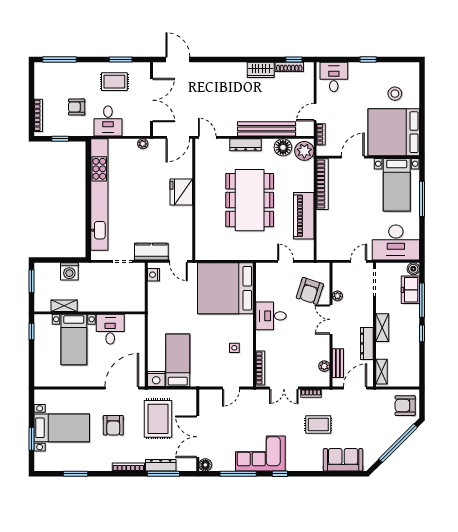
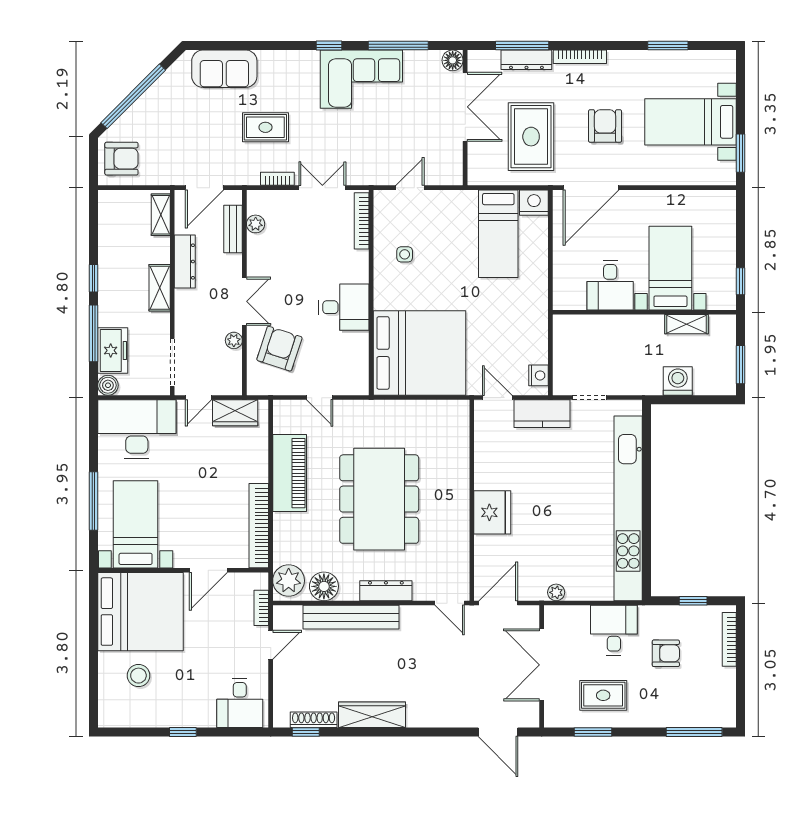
wardrobe: (261, 70) -> (372, 715), width x1.50
wardrobe: (337, 252) -> (235, 413), added
window: (31, 439) -> (741, 153), moved

